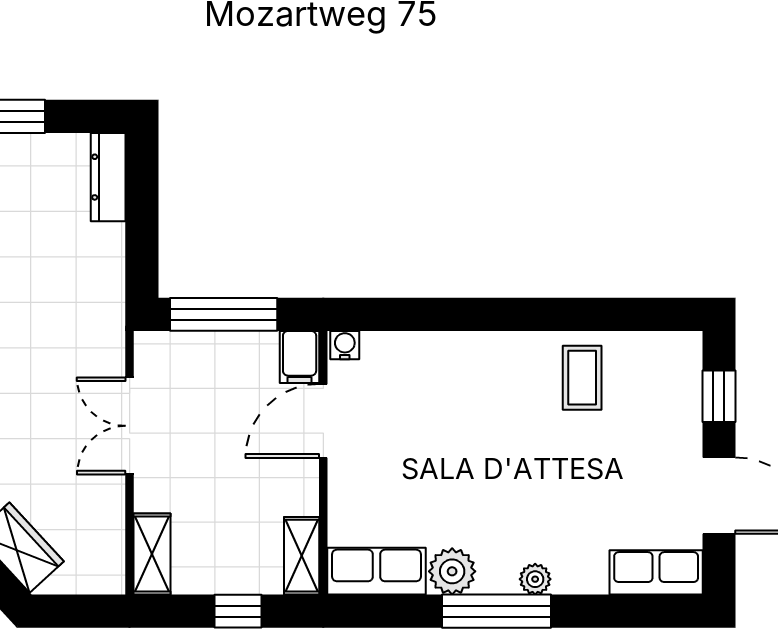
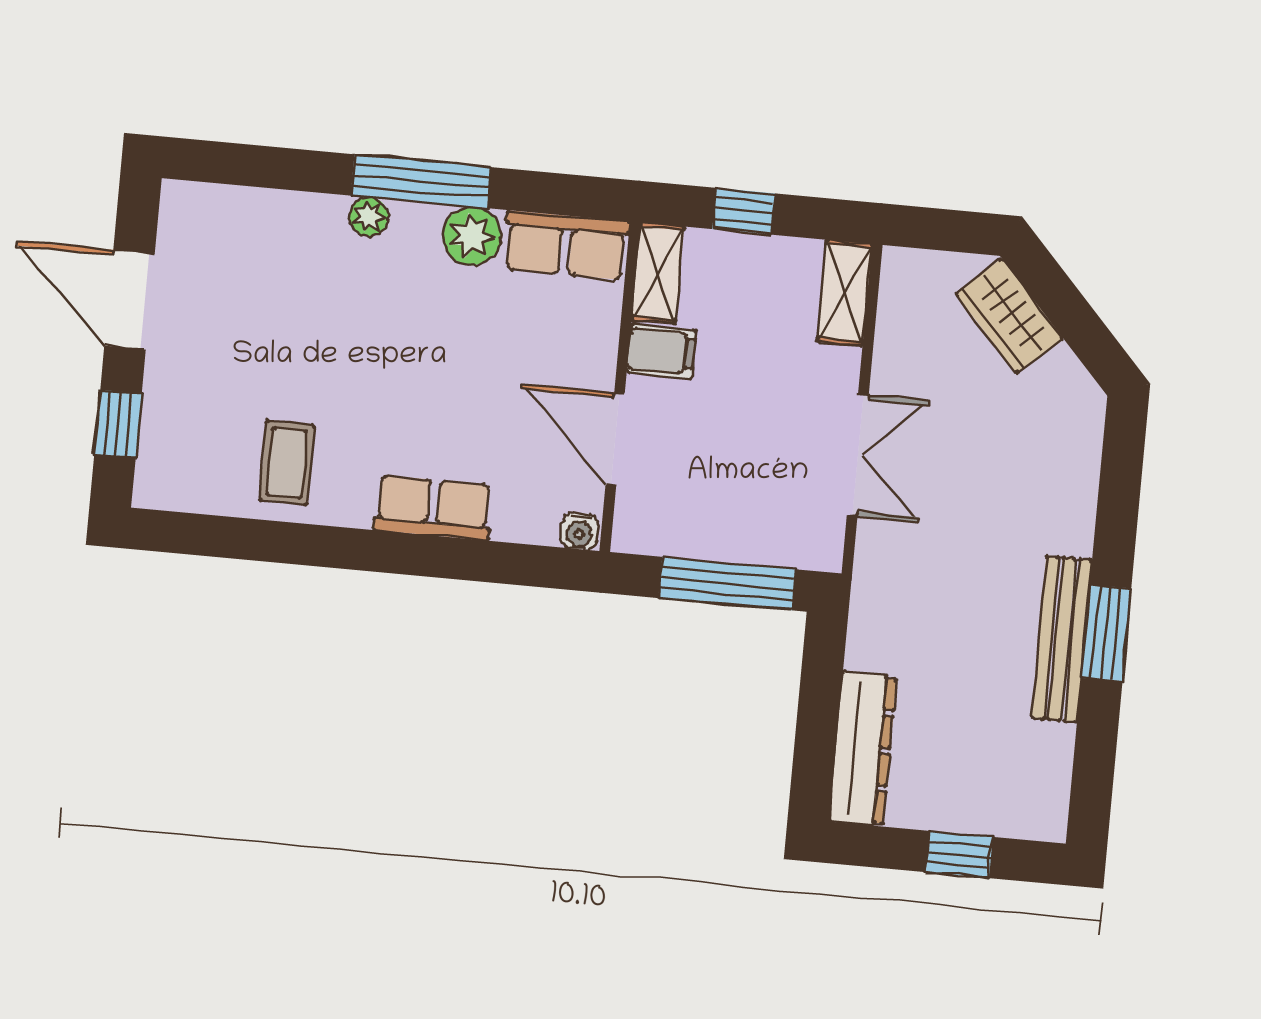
dresser: (108, 177) -> (863, 749), width x1.37, depth x1.24
filing cabinet: (300, 357) -> (661, 351), moved, turned 90
door: (323, 421) -> (615, 439), swing flipped
row of seats: (656, 572) -> (433, 508), moved, turned 180

